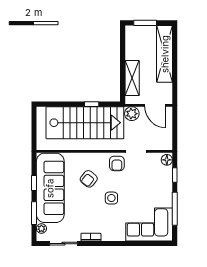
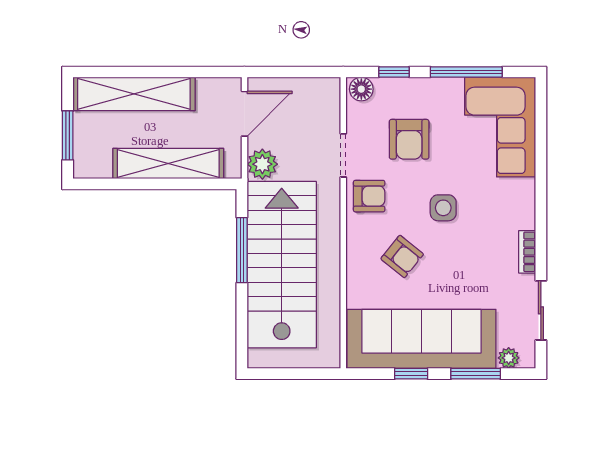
shelving: (132, 78) -> (168, 164), width x1.47
window: (92, 104) -> (242, 250), width x2.17
armchair: (143, 182) -> (409, 139), added

